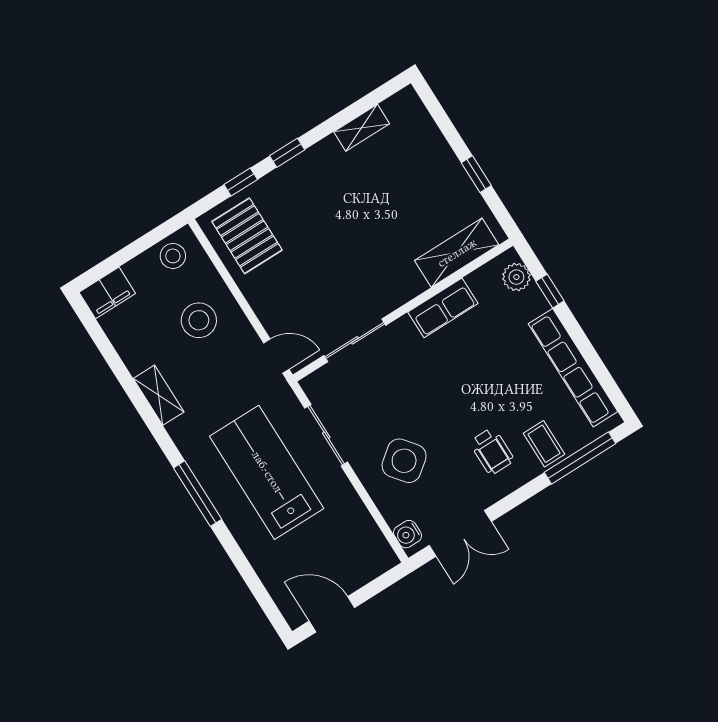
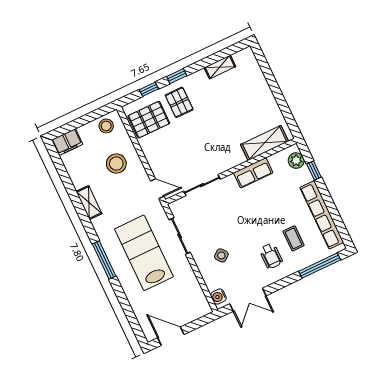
window: (476, 174) -> (281, 100), removed
pallet: (297, 199) -> (179, 102), added
pallet: (247, 236) -> (149, 120), turned 90
coffee table: (544, 444) -> (294, 238), moved
side table: (404, 461) -> (221, 255), width x0.54, depth x0.54

